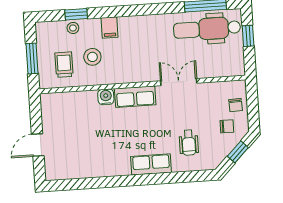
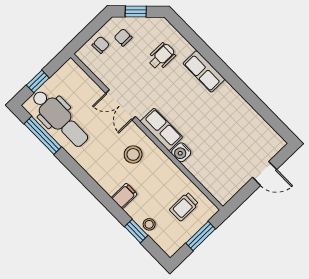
stool: (92, 57) -> (133, 154), moved

